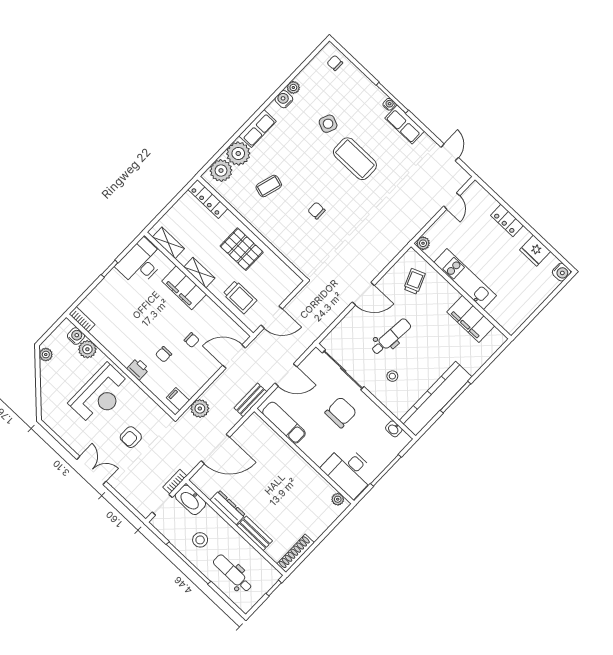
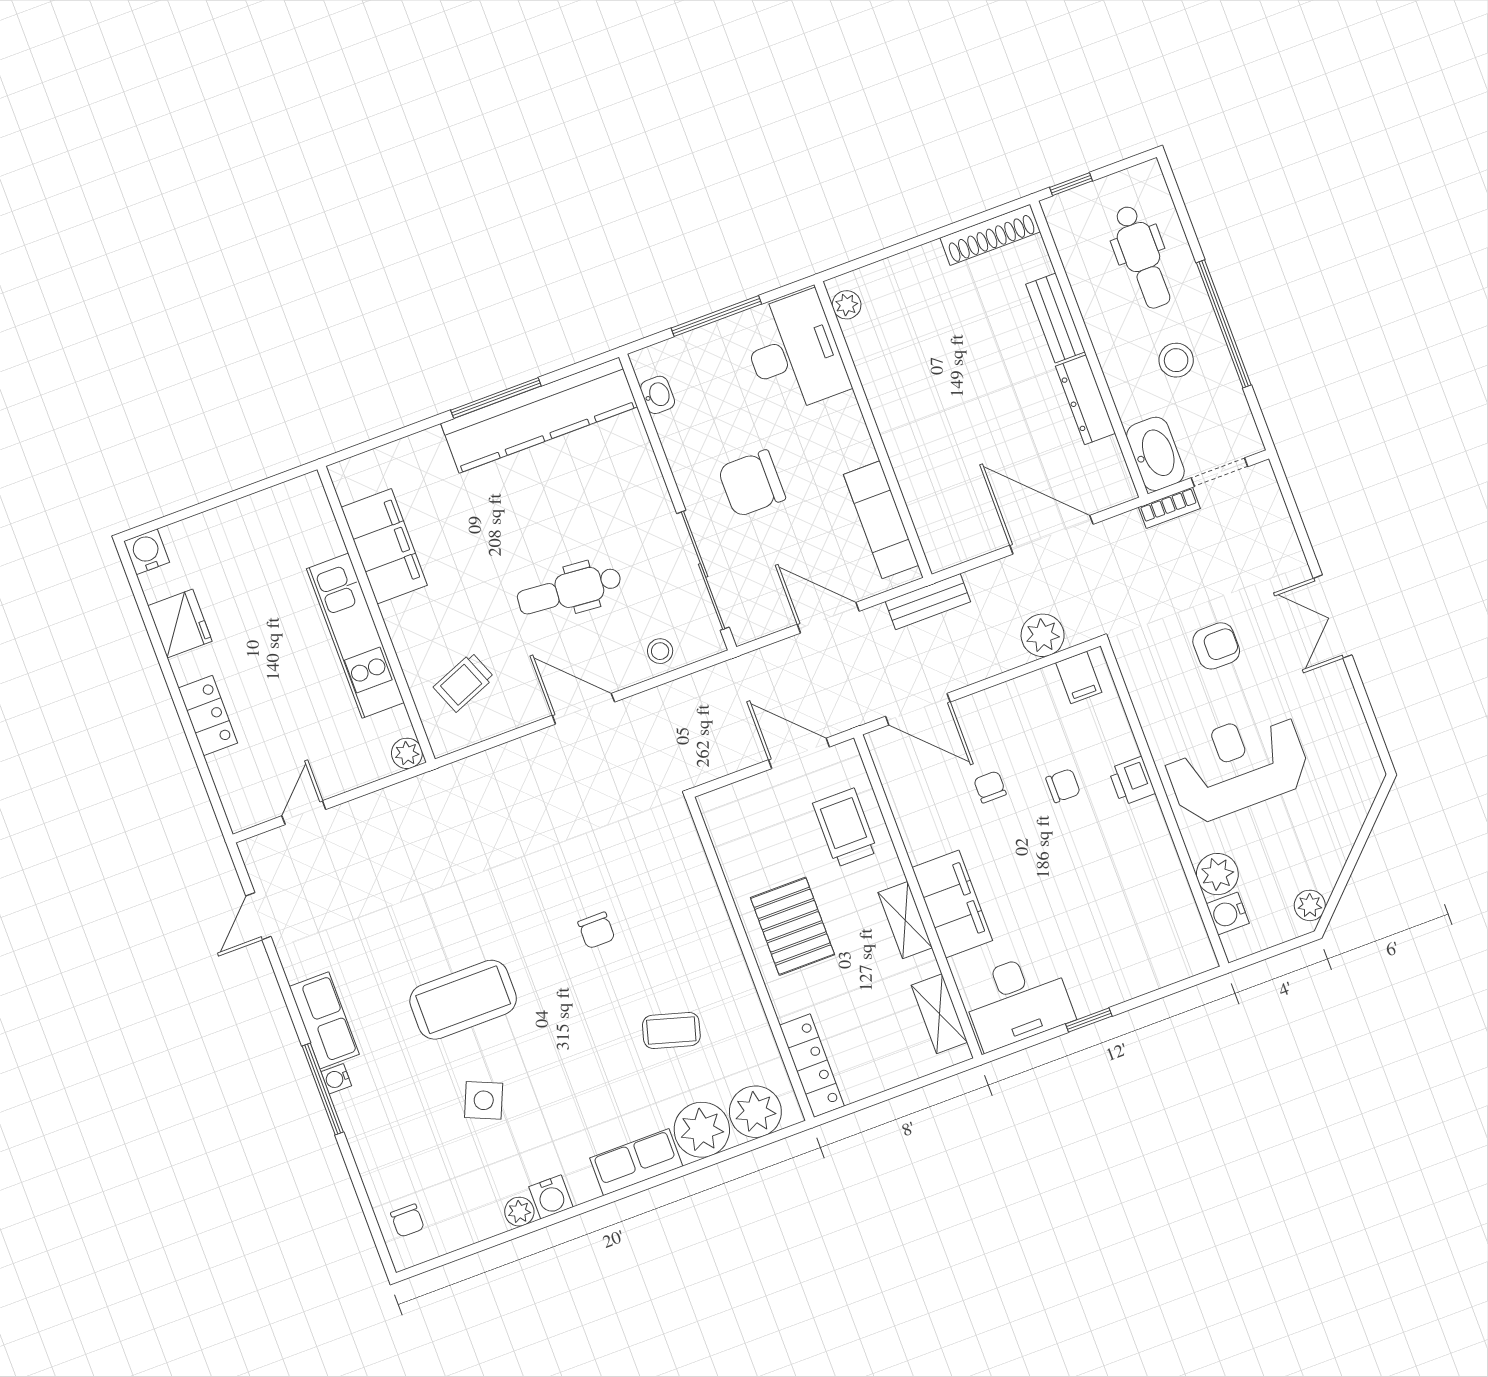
coffee table: (355, 159) -> (463, 1000), turned 90
bookcase: (82, 319) -> (1198, 942), removed
stool: (392, 376) -> (660, 651), moved

